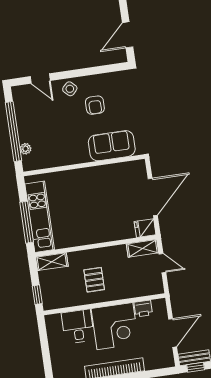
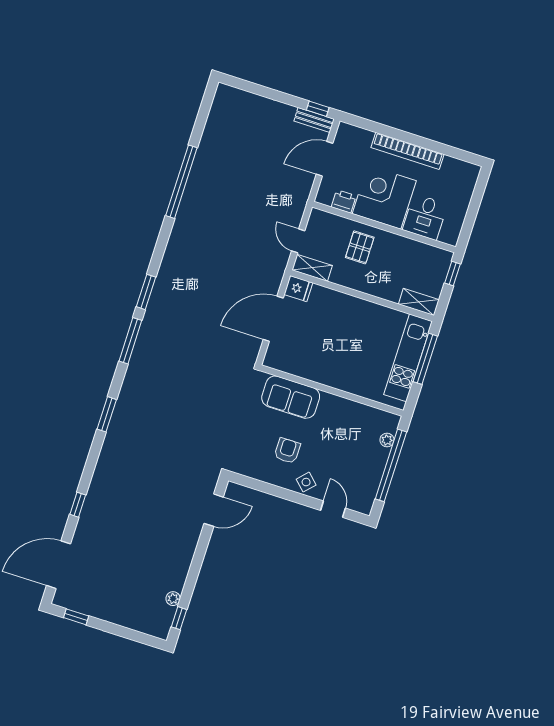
pallet: (94, 280) -> (360, 247), moved

